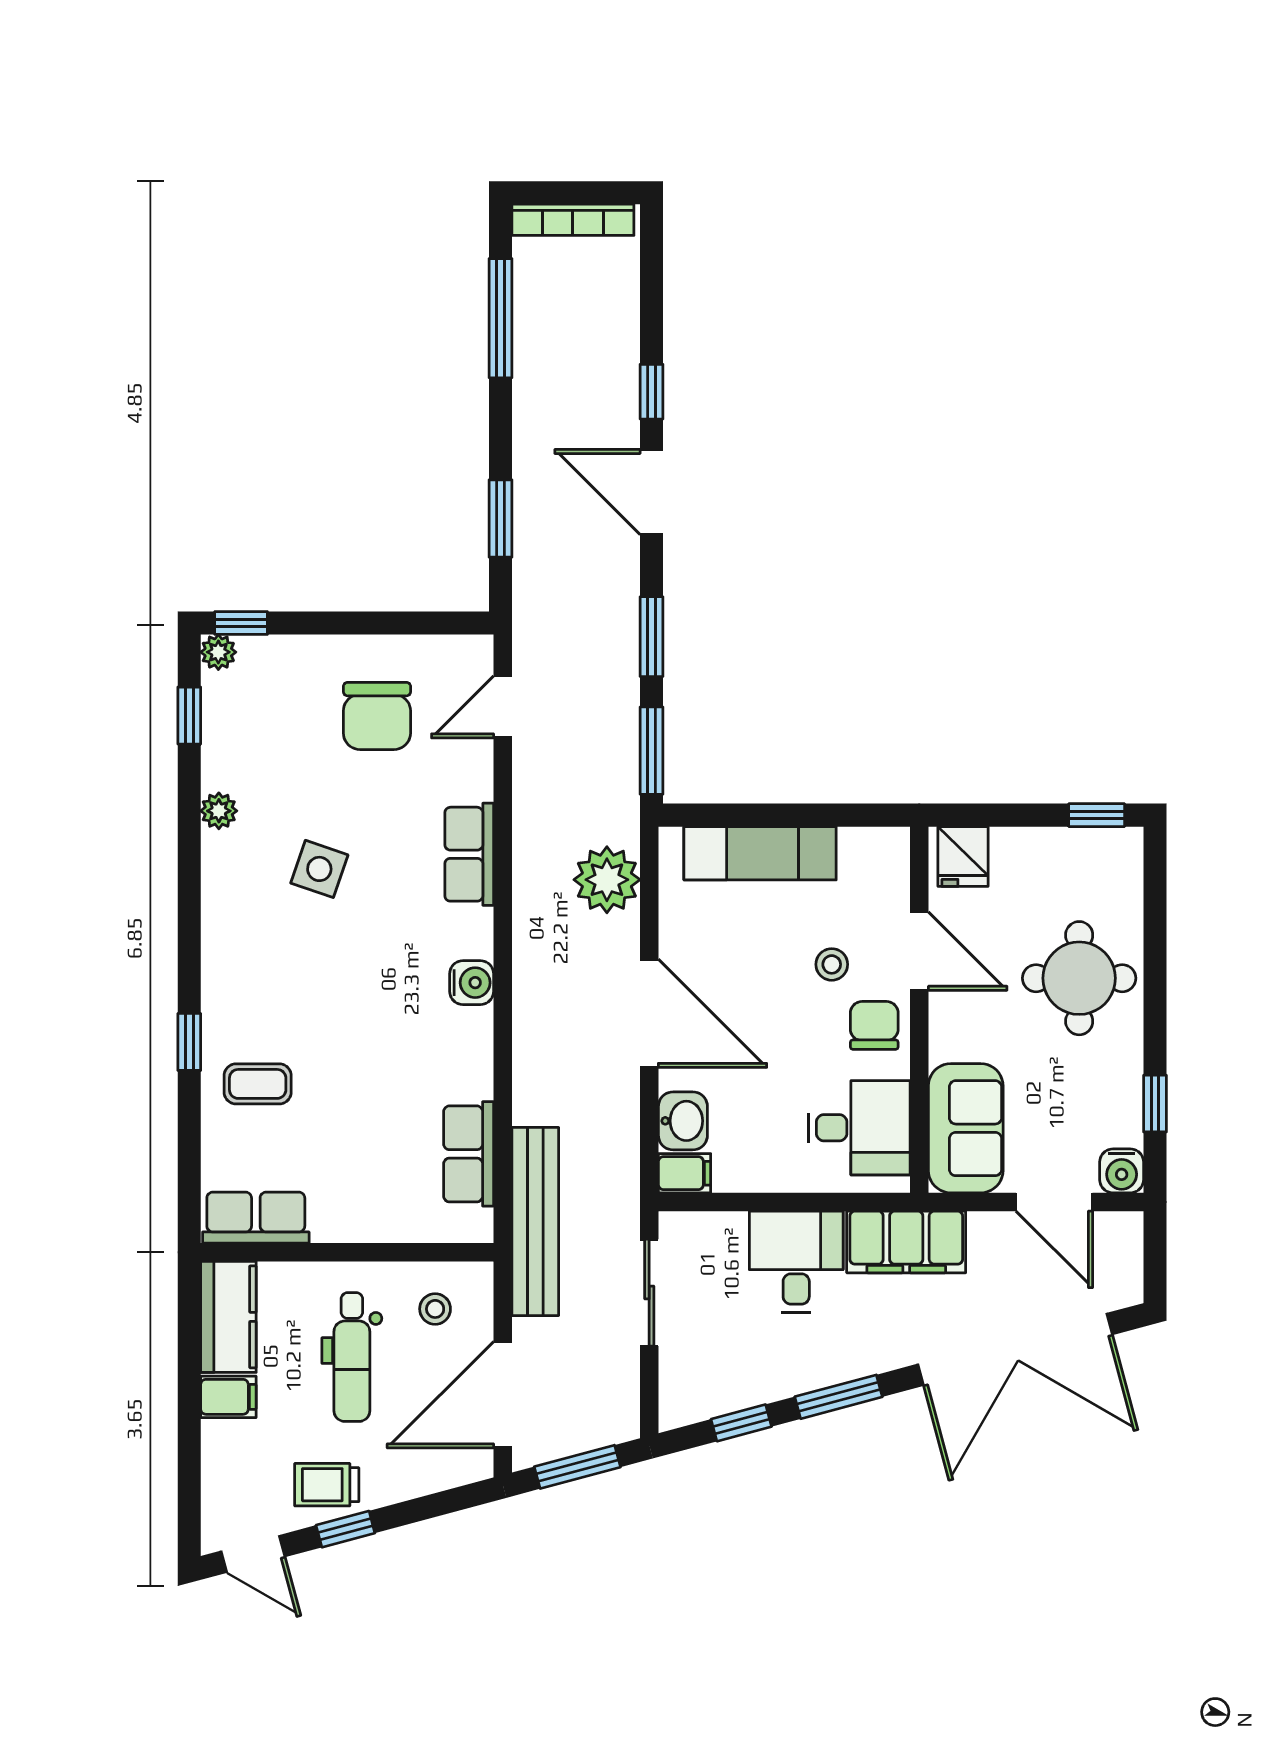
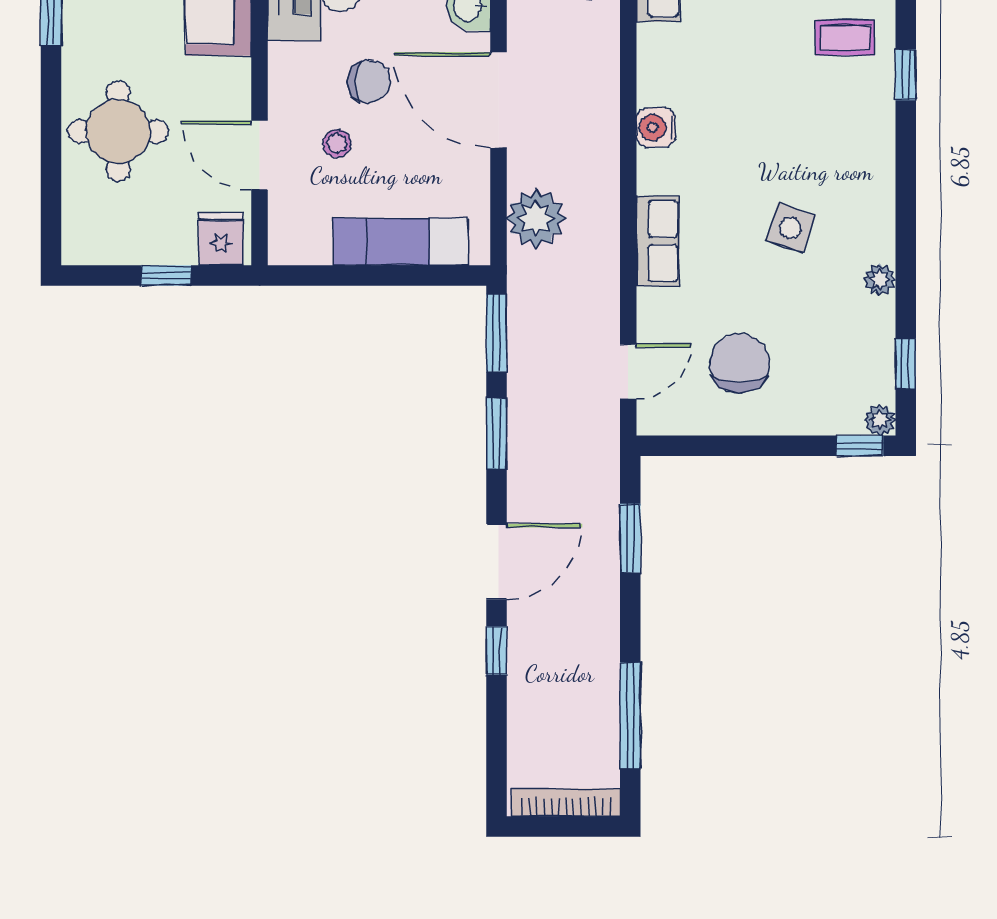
door: (651, 492) -> (497, 562), hinge flipped
window: (1097, 815) -> (166, 276), moved
chair: (874, 1025) -> (369, 81), moved, turned -90

